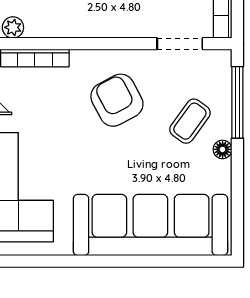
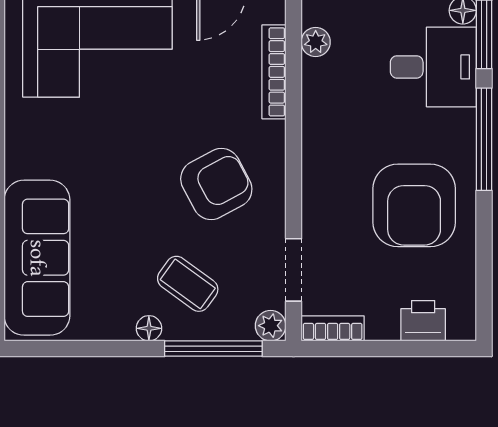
plant: (221, 60) -> (271, 326), added
sofa: (150, 225) -> (37, 258), width x0.74, depth x0.79

